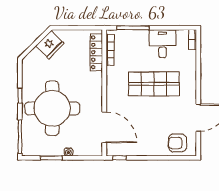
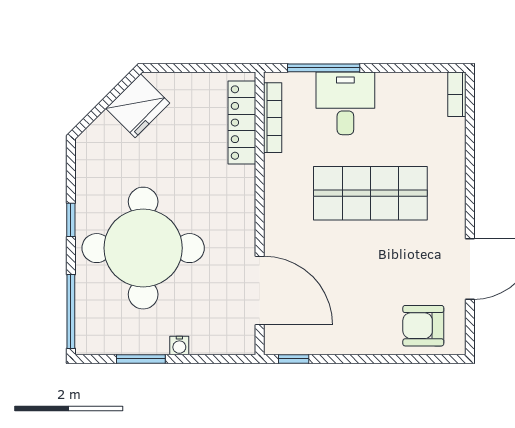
desk: (163, 44) -> (345, 103), moved

